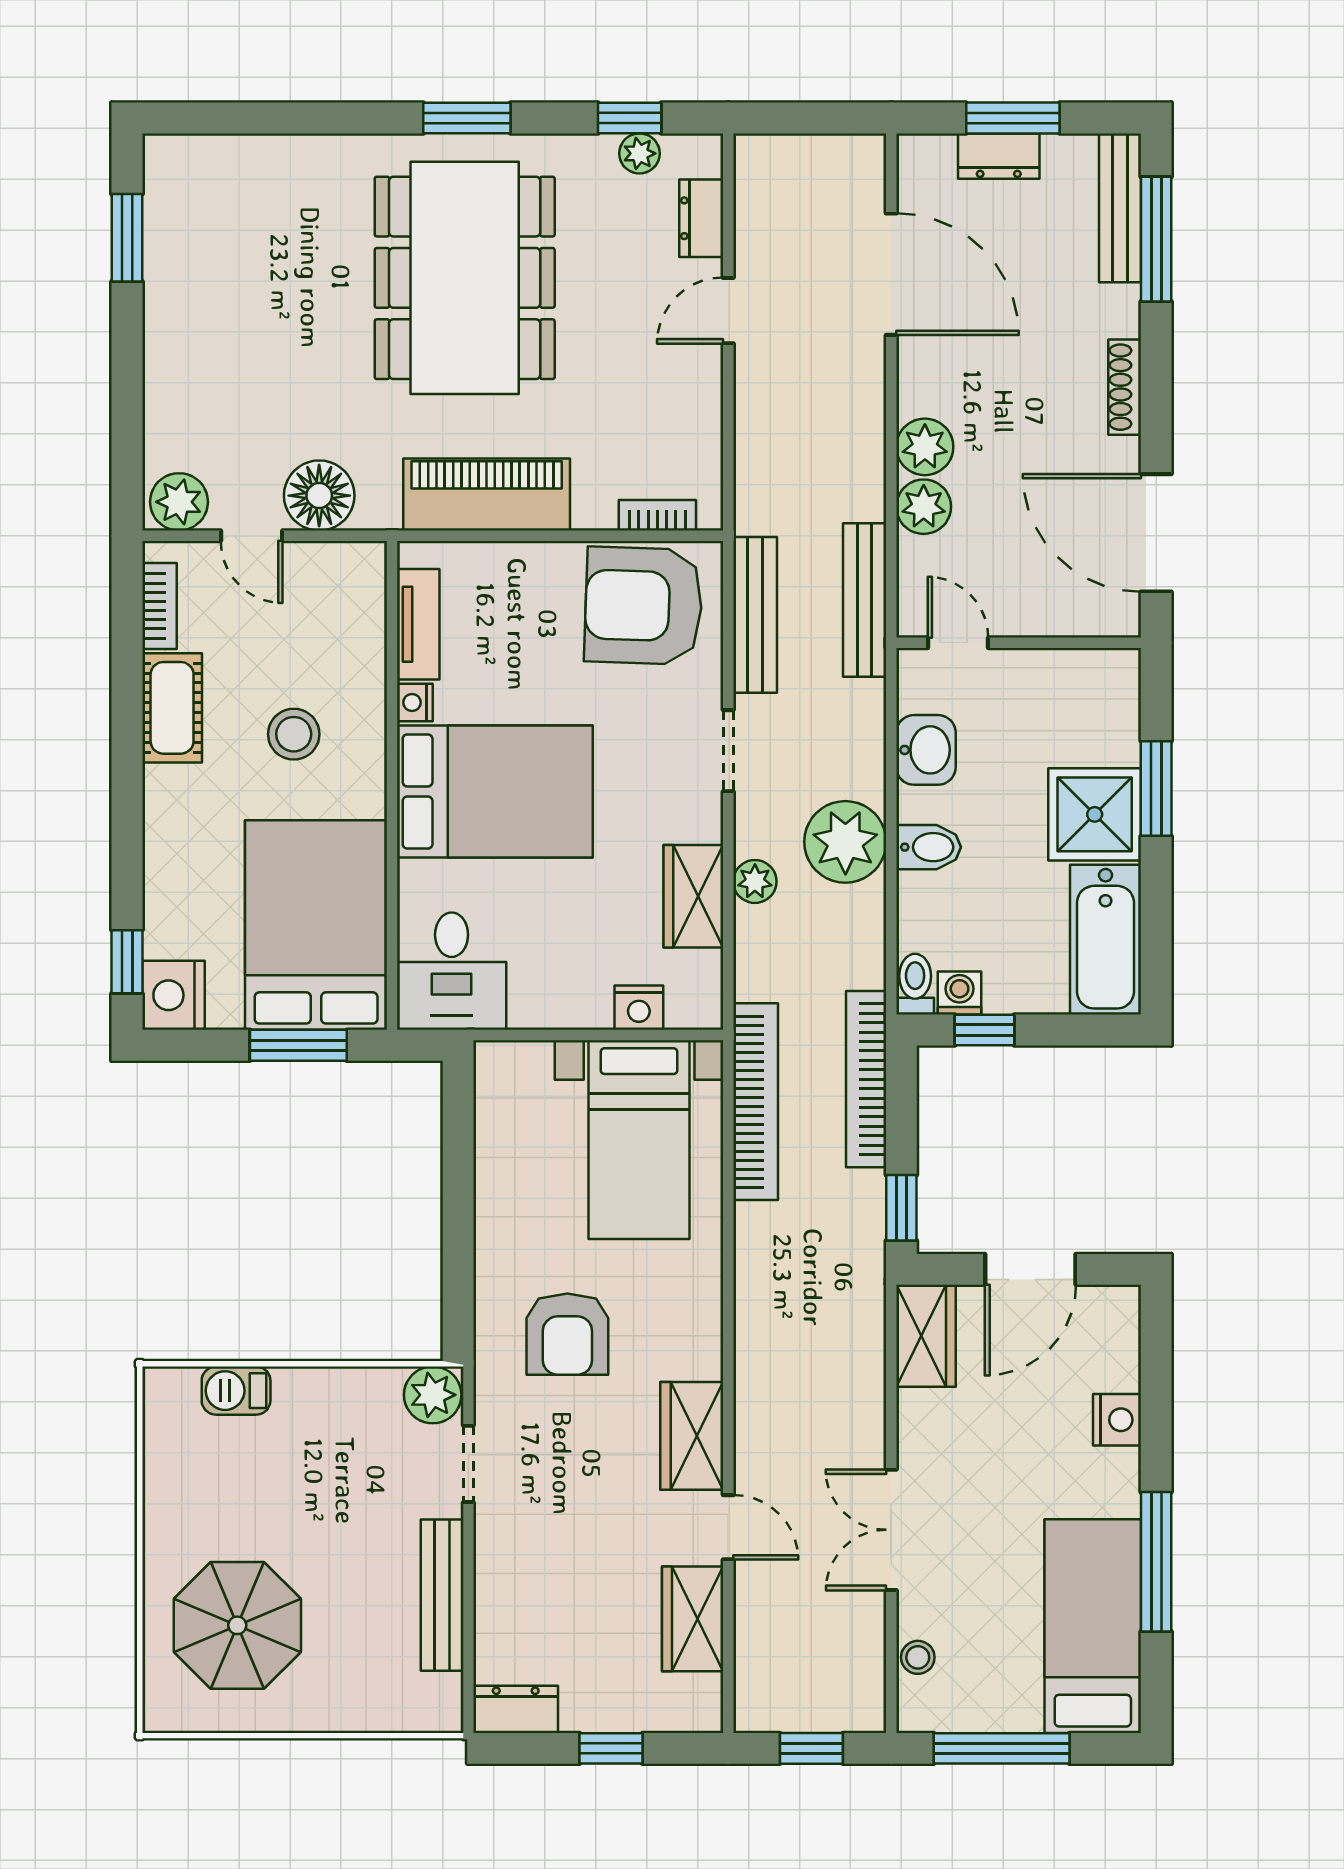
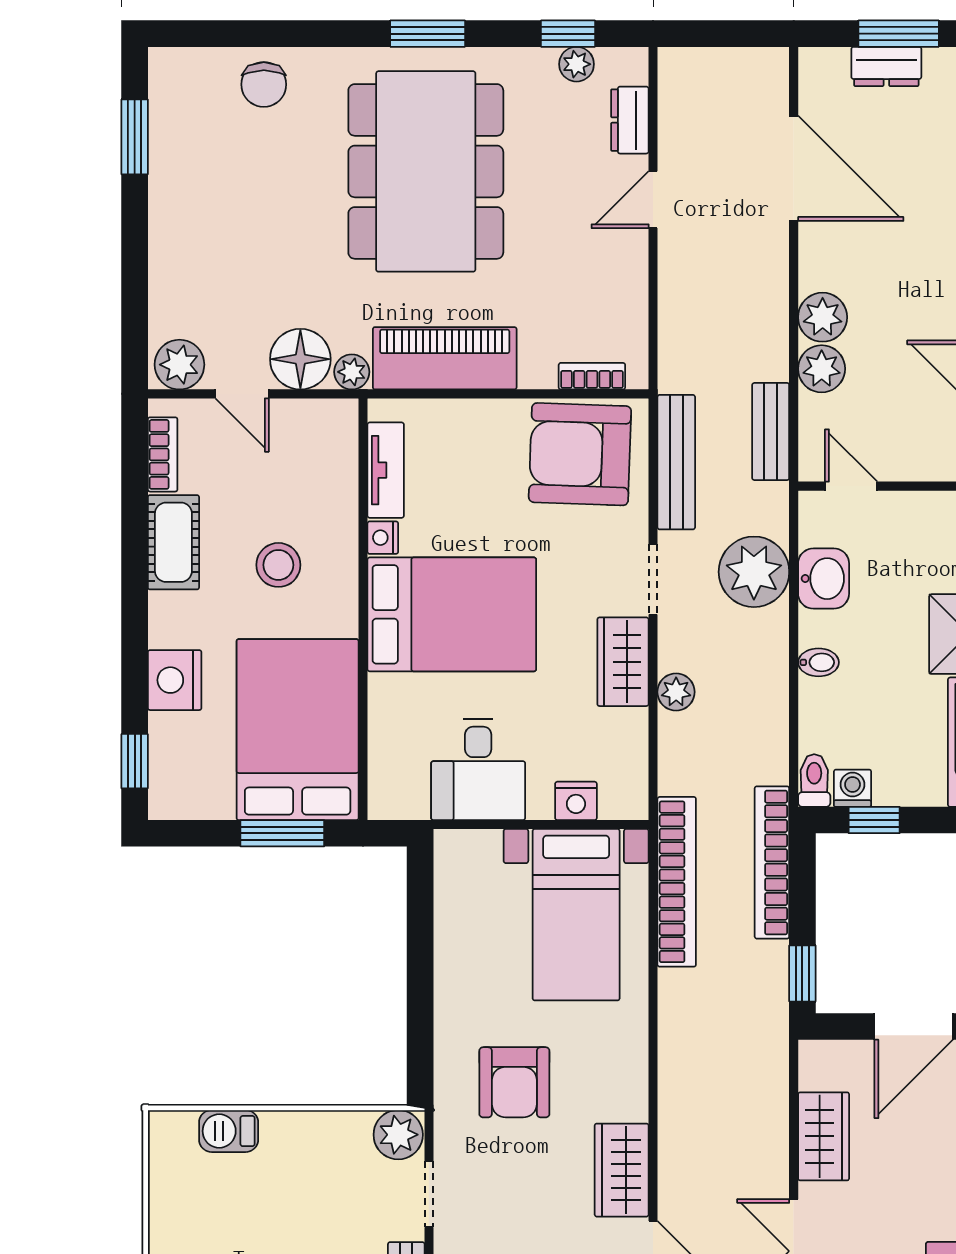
chair: (277, 177) -> (264, 84), added
plant: (379, 510) -> (352, 372), added
bench: (865, 600) -> (771, 431), width x0.73
plant: (845, 842) -> (754, 572), moved
bidet: (929, 847) -> (819, 662), width x0.72, depth x0.74
wardrobe: (693, 896) -> (623, 662), moved
desk: (452, 971) -> (478, 769), moved
nightstand: (173, 995) -> (175, 680), moved
wardrobe: (926, 1336) -> (824, 1136), moved

